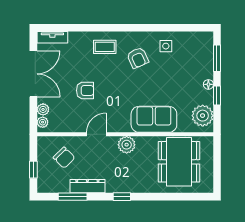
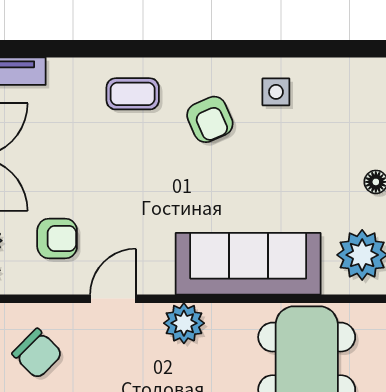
armchair: (85, 90) -> (57, 239), moved
sofa: (154, 119) -> (248, 264), width x1.36

